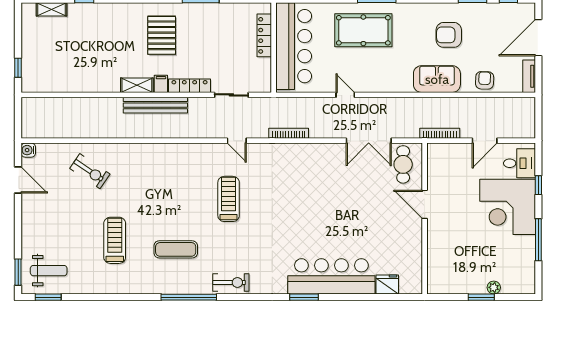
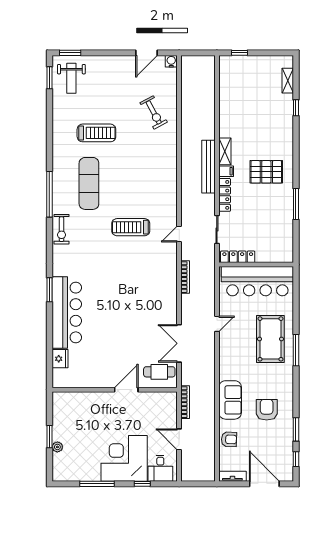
locker: (264, 35) -> (238, 257), moved
exercise bike: (90, 171) -> (154, 112), turned -62
treadmill: (229, 199) -> (131, 227), turned 180
exercise mat: (176, 249) -> (89, 183), width x1.36, depth x1.45

